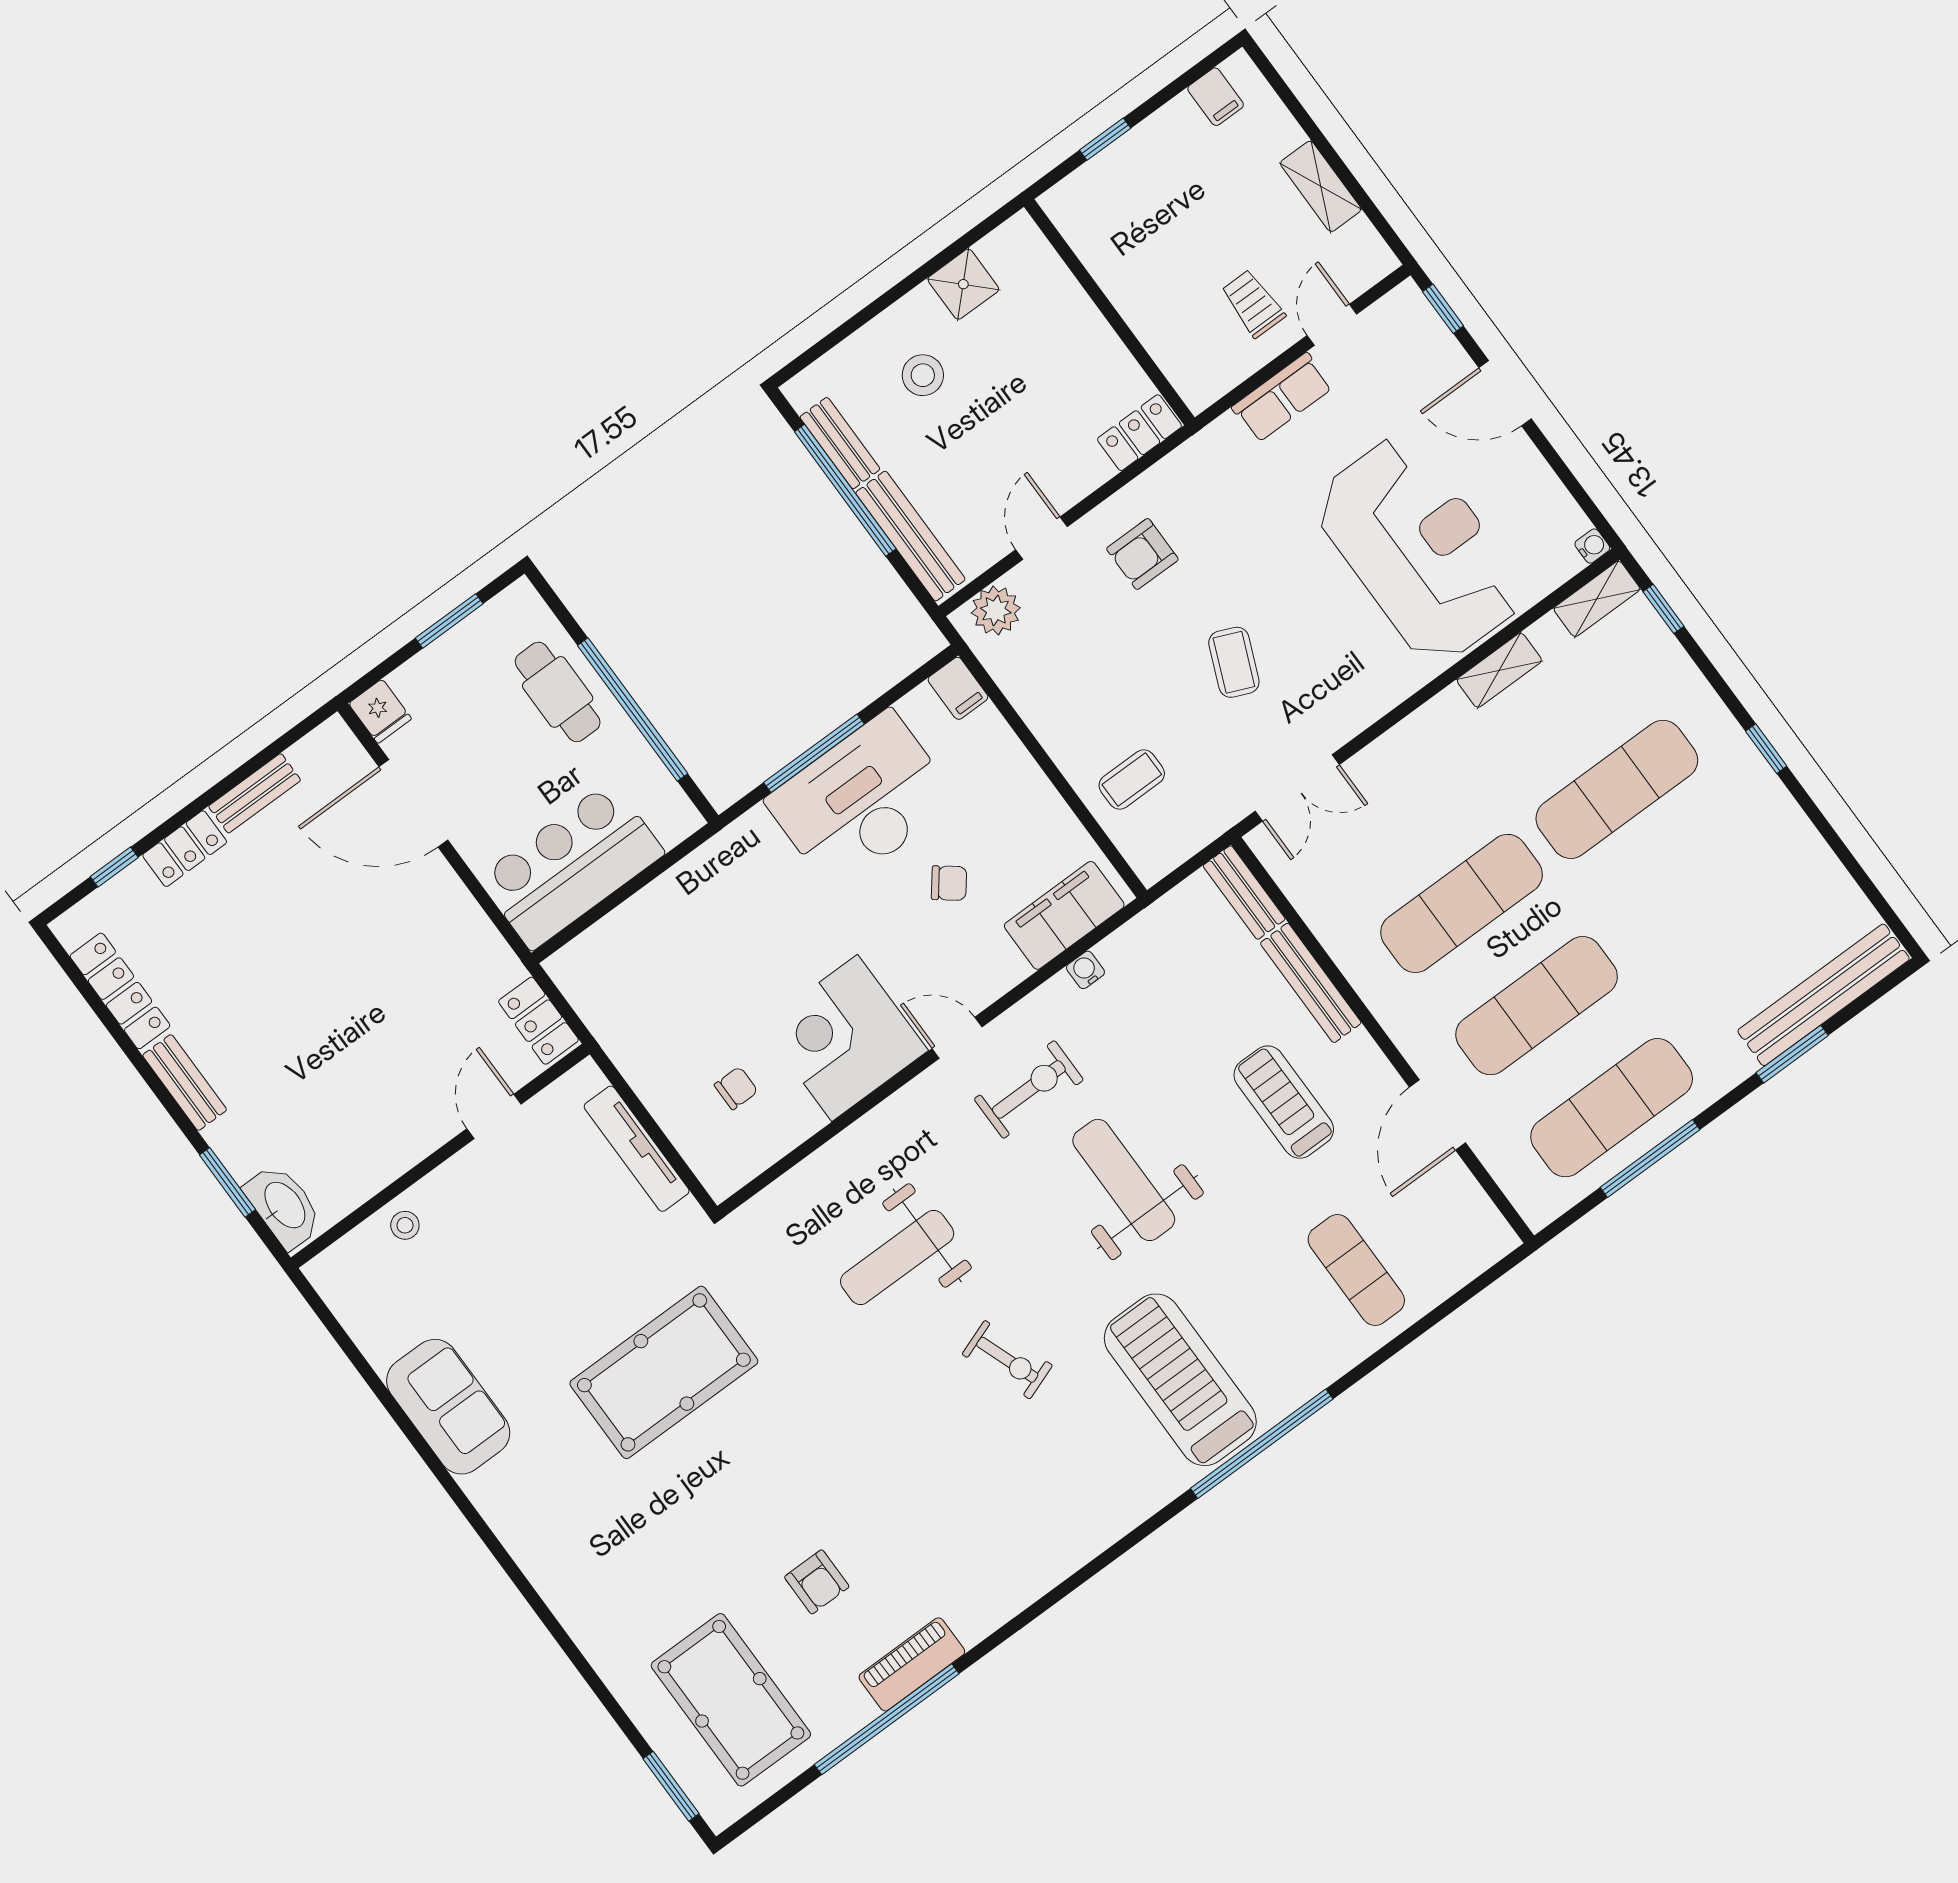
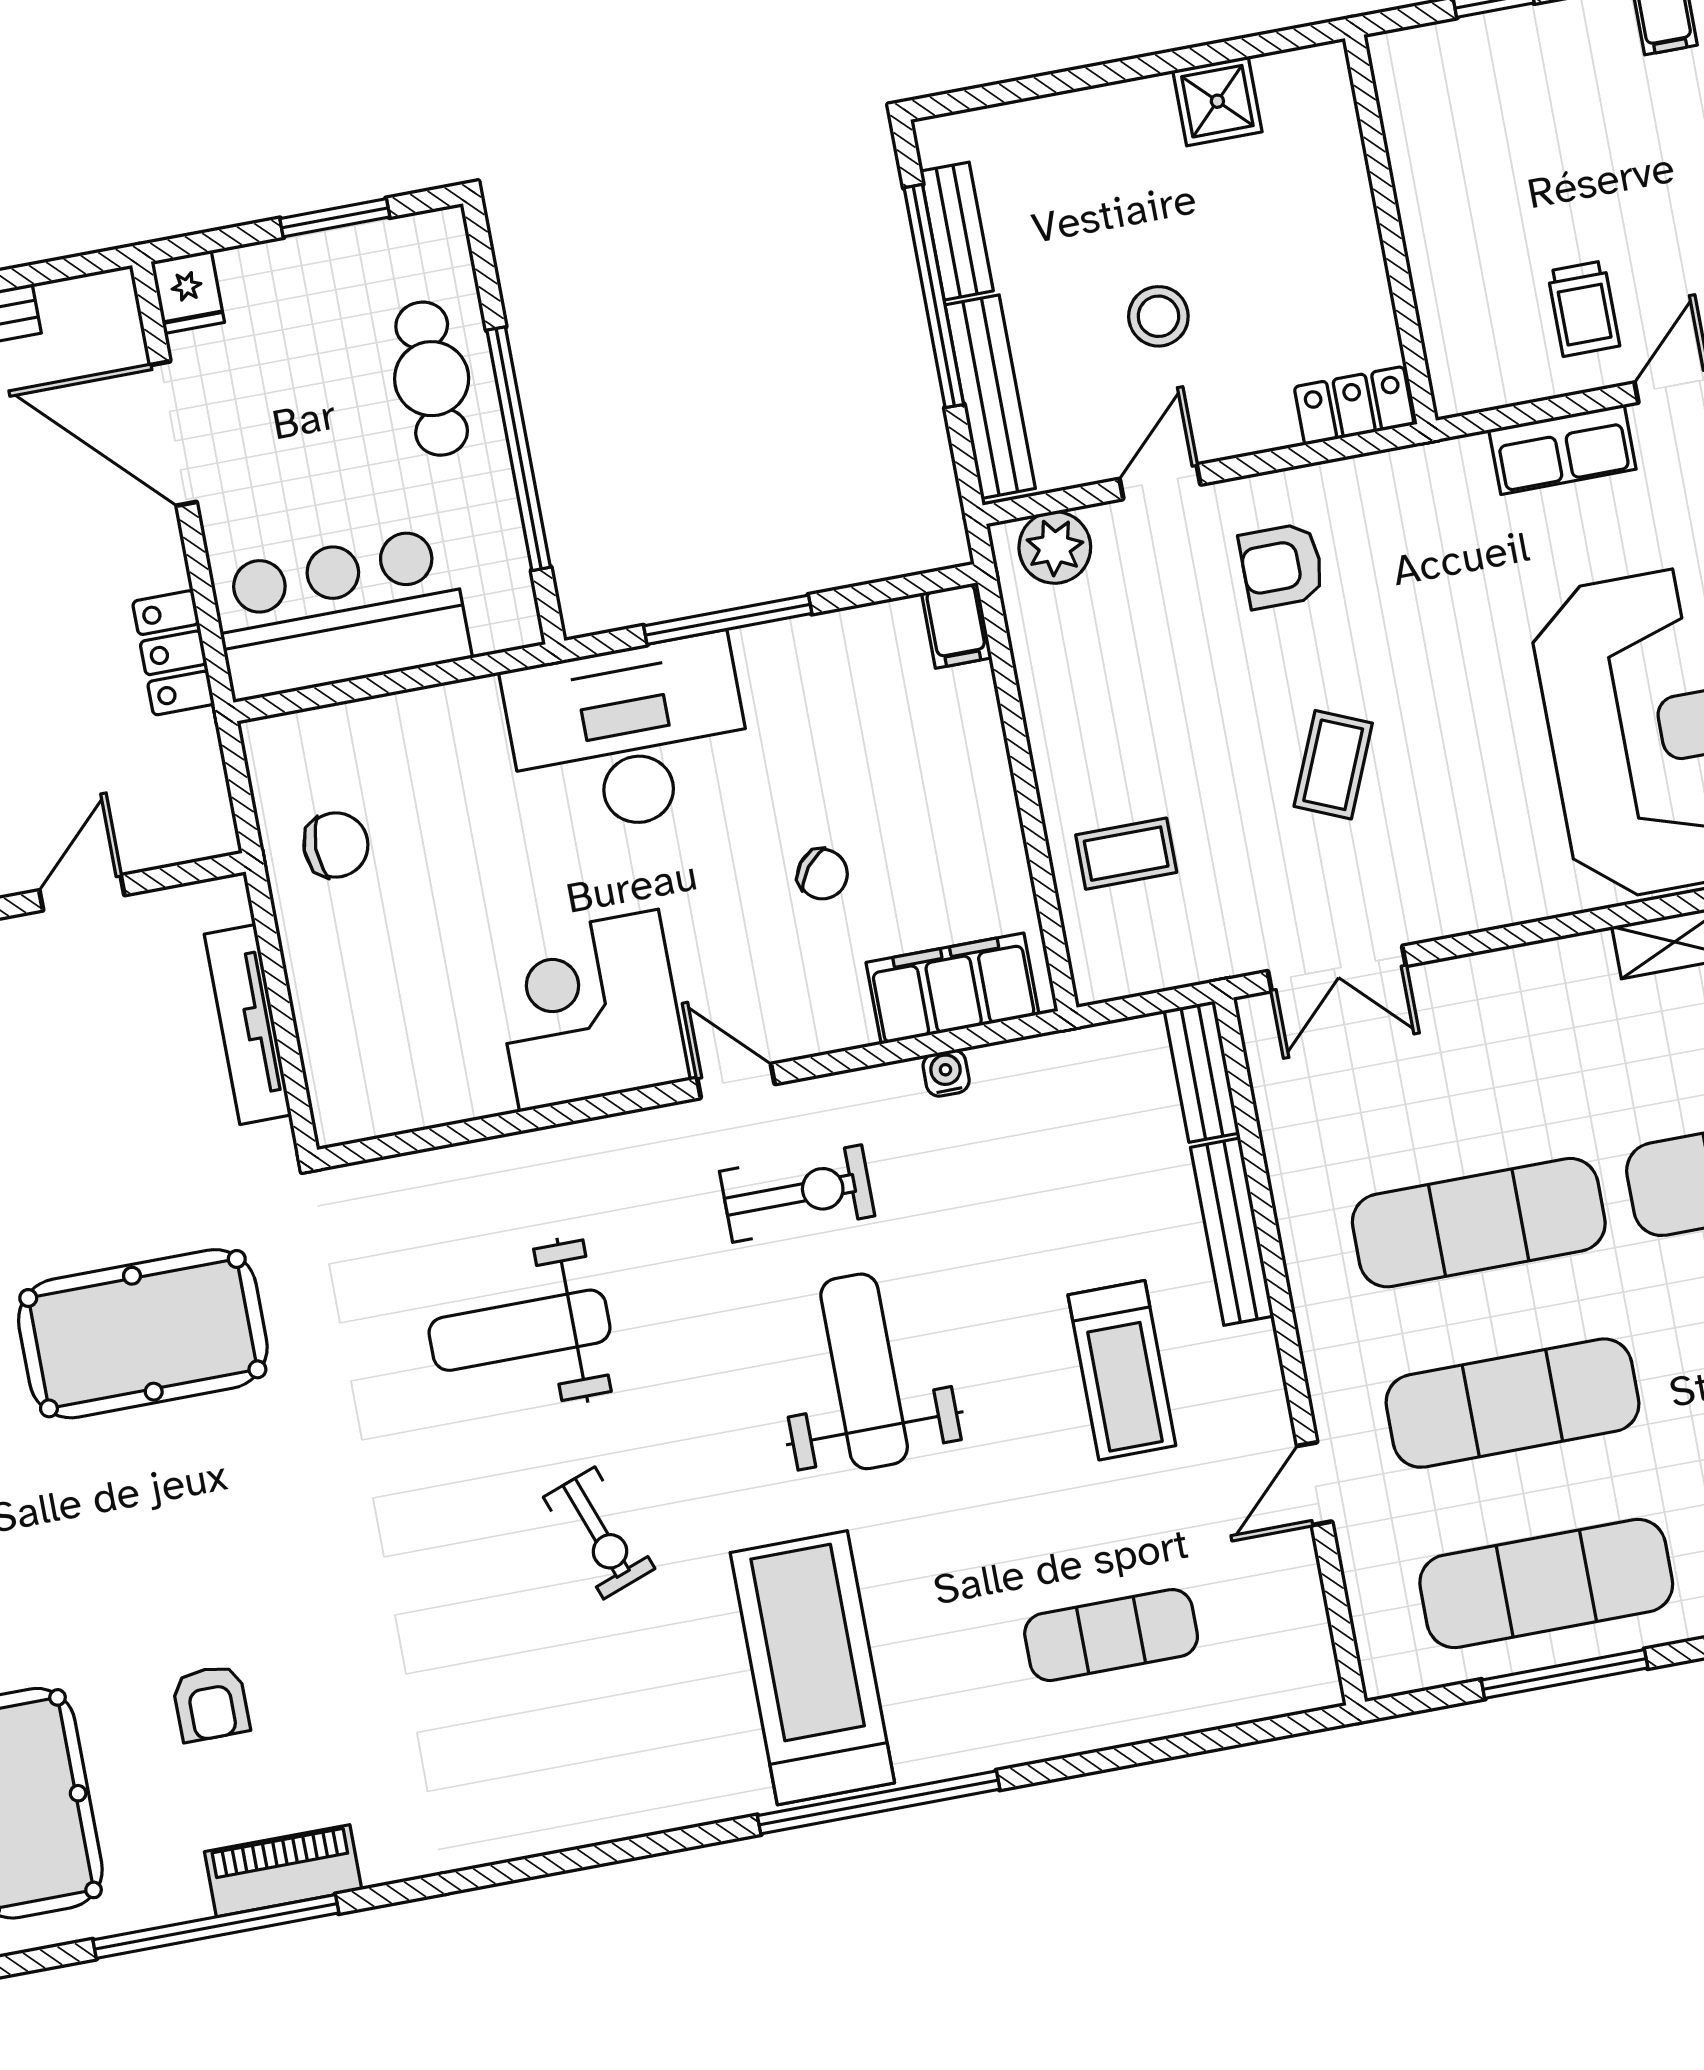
trolley: (1253, 304) -> (1584, 309), turned 180
stool: (923, 375) -> (1158, 316), moved
desk: (862, 801) -> (629, 736), moved
locker: (538, 1021) -> (173, 653), moved
chair: (736, 1088) -> (336, 845), moved, width x1.37, depth x1.37
treadmill: (1284, 1102) -> (1122, 1370), turned 180
door: (1438, 1115) -> (1315, 1484), width x0.73
exercise mat: (1356, 1270) -> (1111, 1635), turned 90

